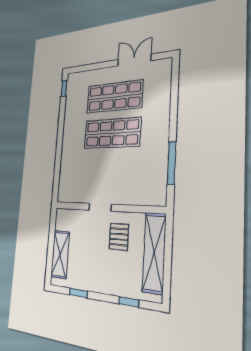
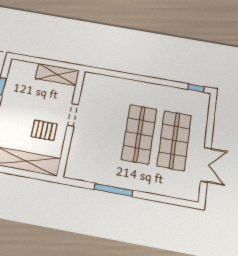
window: (172, 163) -> (113, 190), moved
shelving: (60, 254) -> (57, 74), moved

